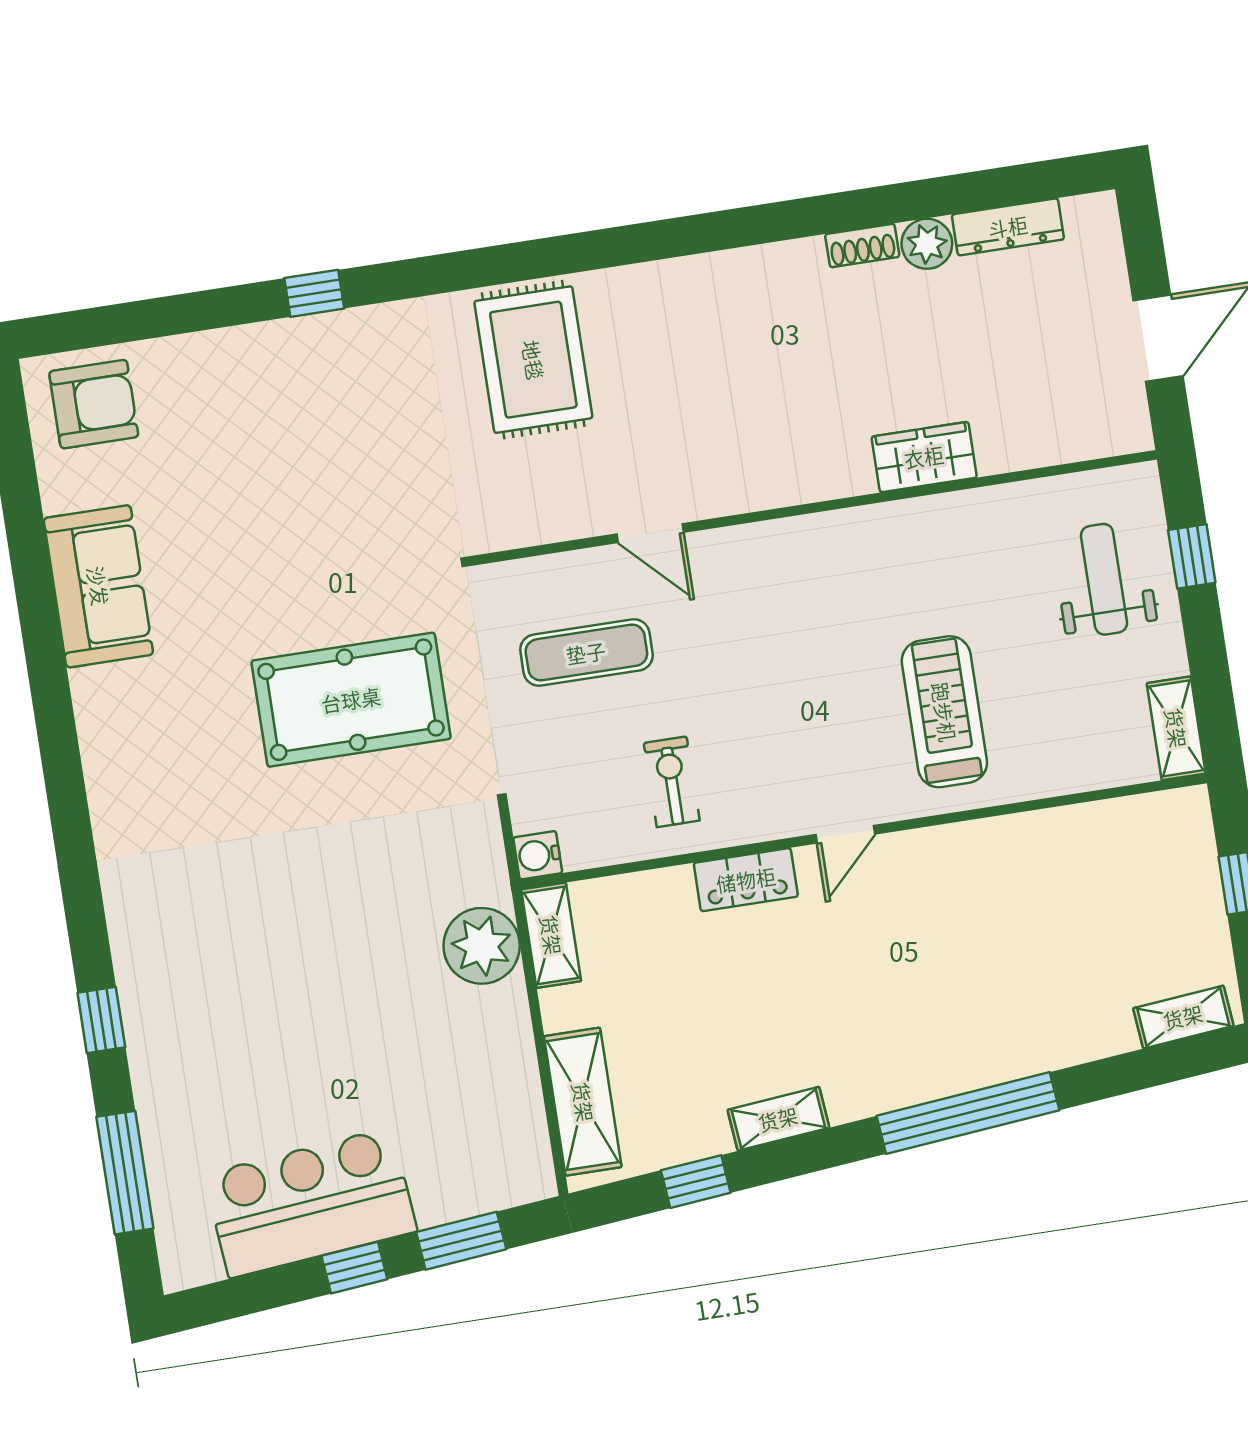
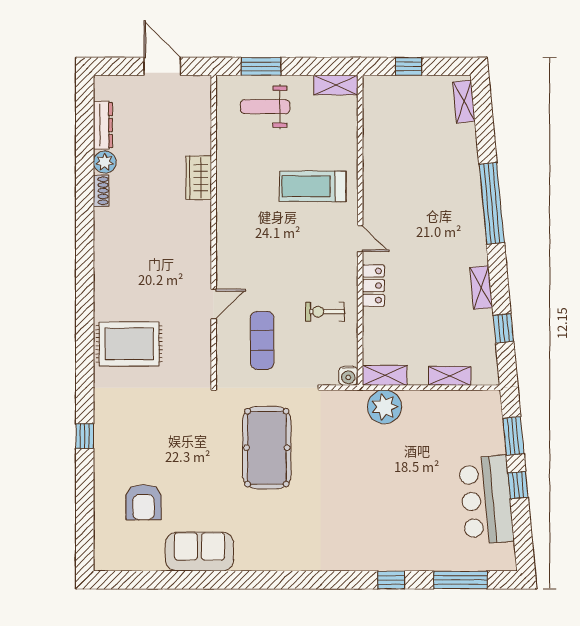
armchair: (94, 404) -> (144, 502), moved, turned 180
window: (1192, 556) -> (261, 66), width x1.50
shelving: (583, 1102) -> (450, 376), width x0.67, depth x0.75

